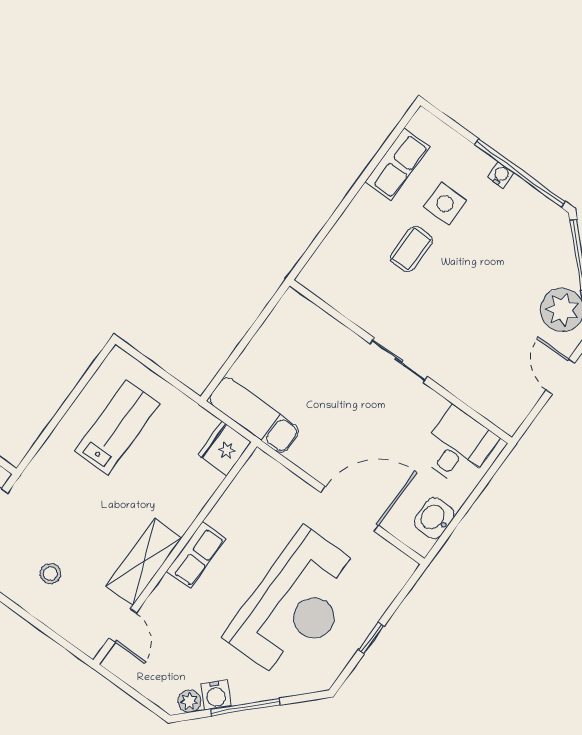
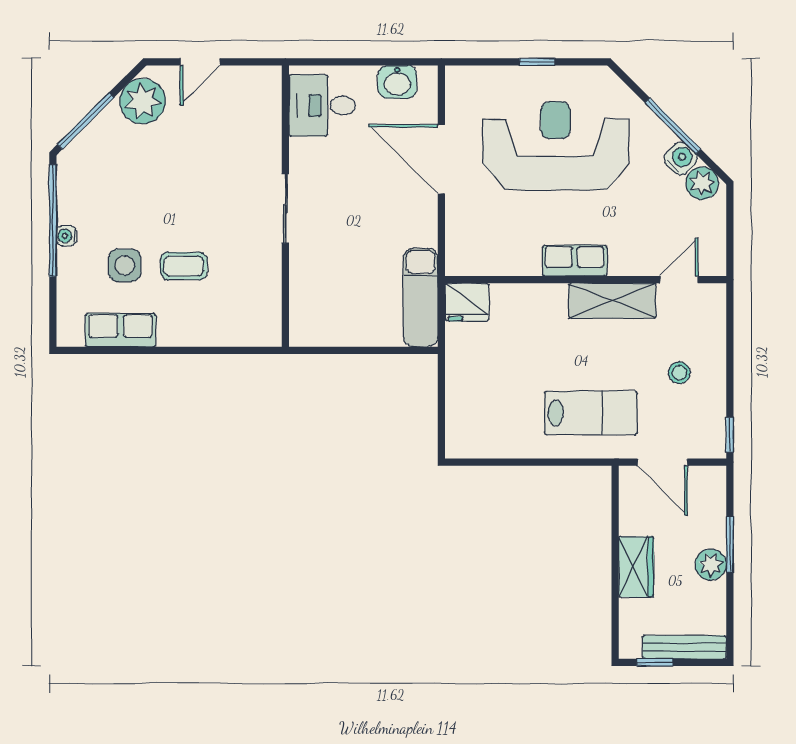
lab bench: (117, 428) -> (591, 413), moved, turned 180
plant: (189, 701) -> (702, 183), width x1.38, depth x1.38

